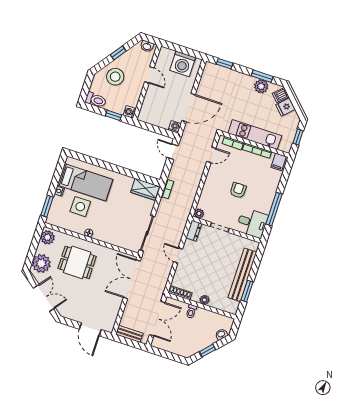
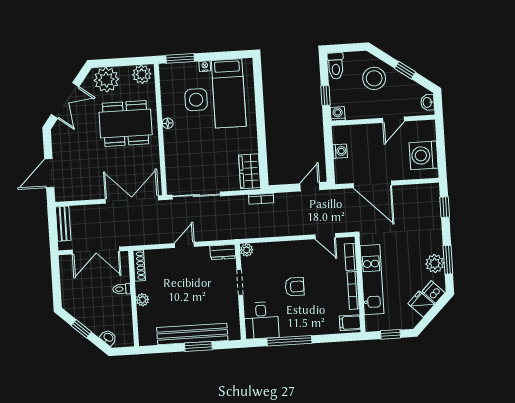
washing machine: (175, 127) -> (340, 151), moved
dining table: (77, 262) -> (126, 123), width x1.38
window: (247, 291) -> (198, 346), moved

